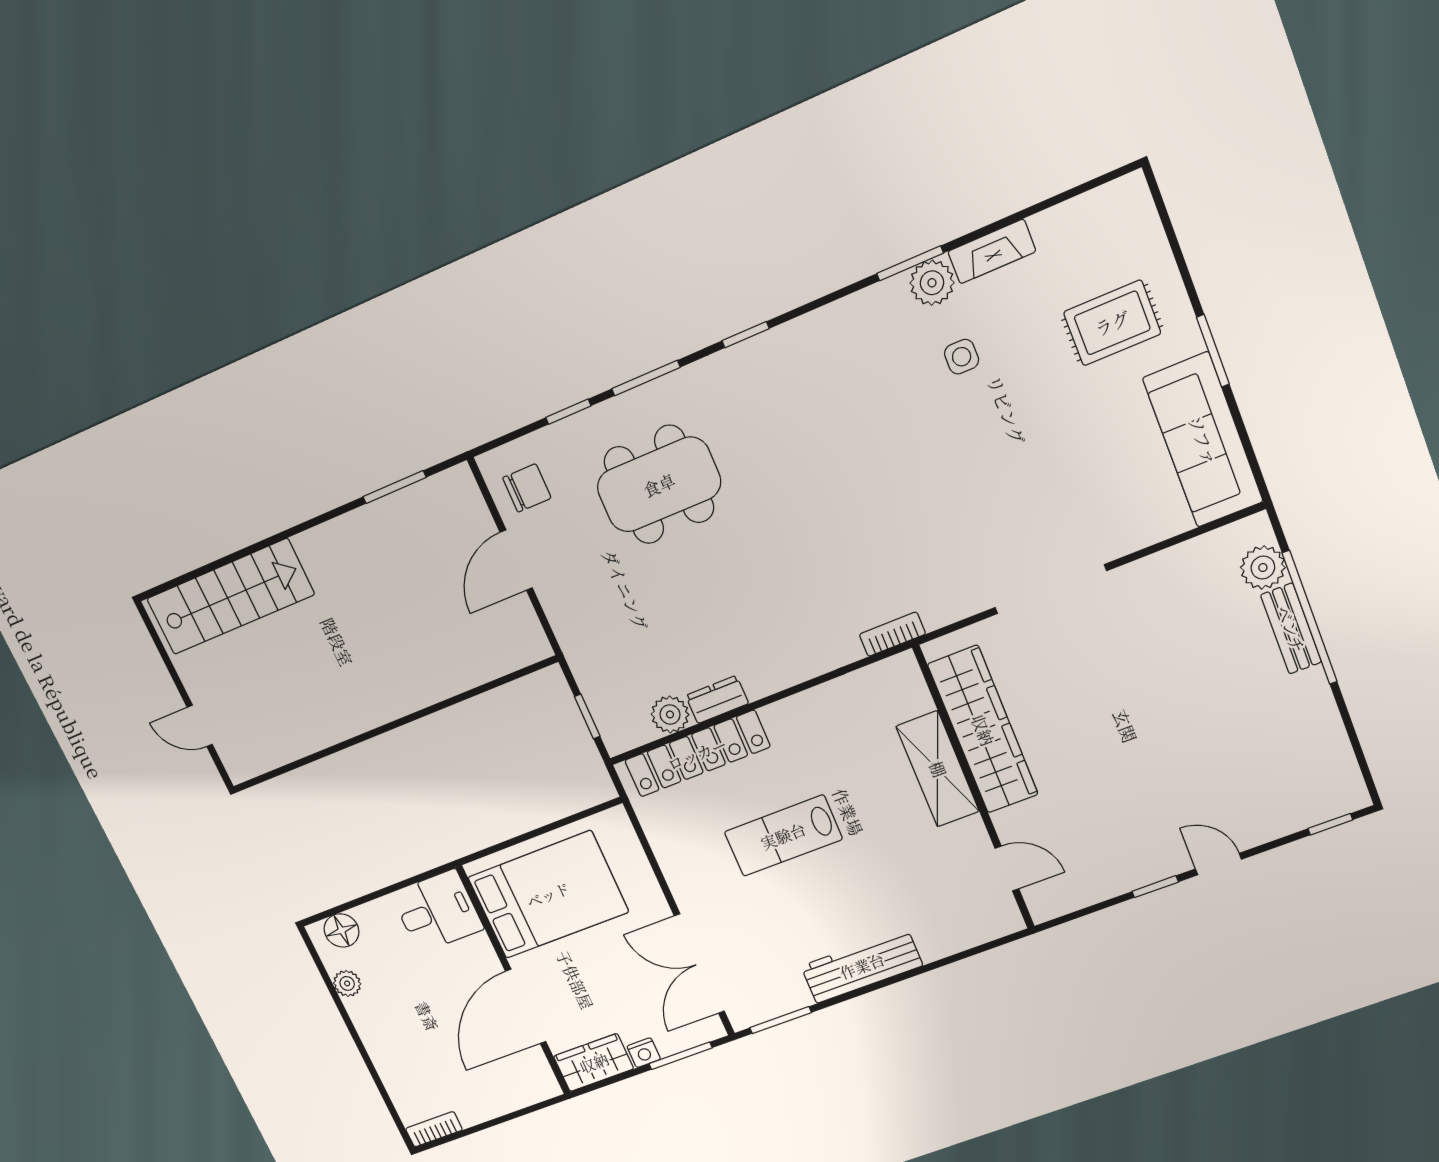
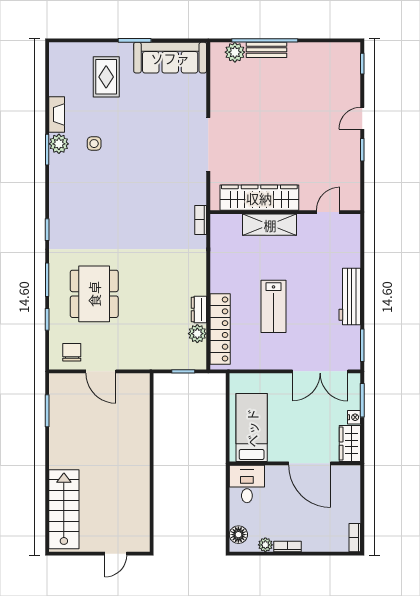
bed: (548, 895) -> (252, 428), width x0.67
bookcase: (363, 1022) -> (288, 547), added

